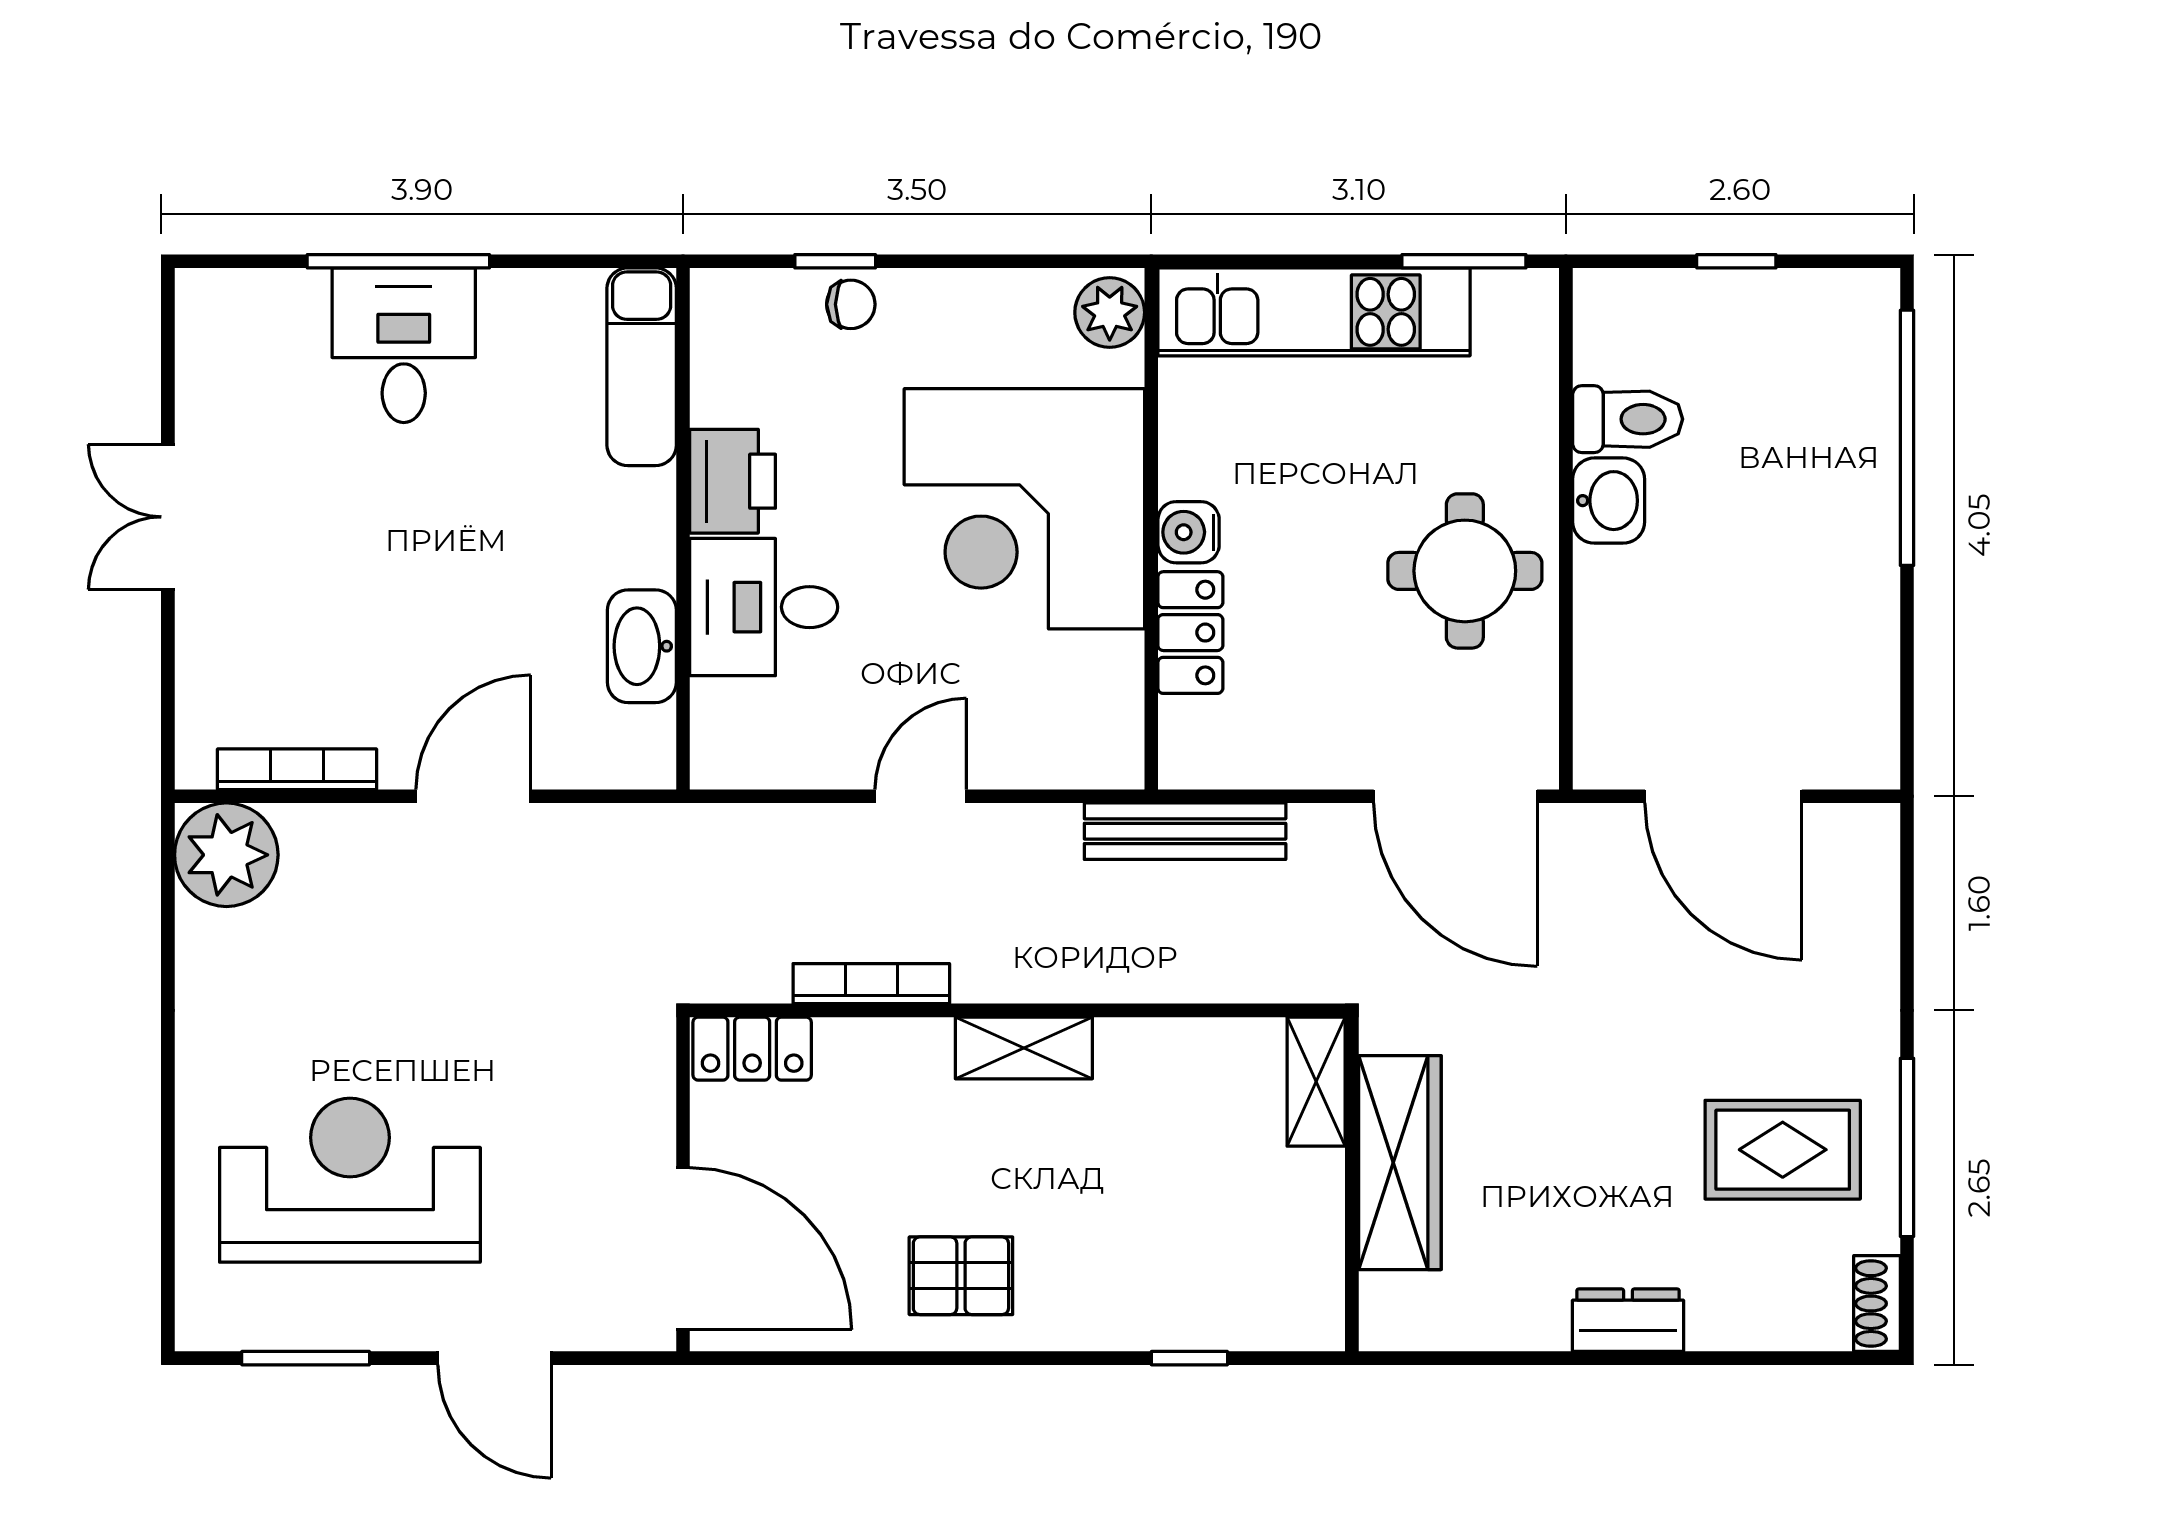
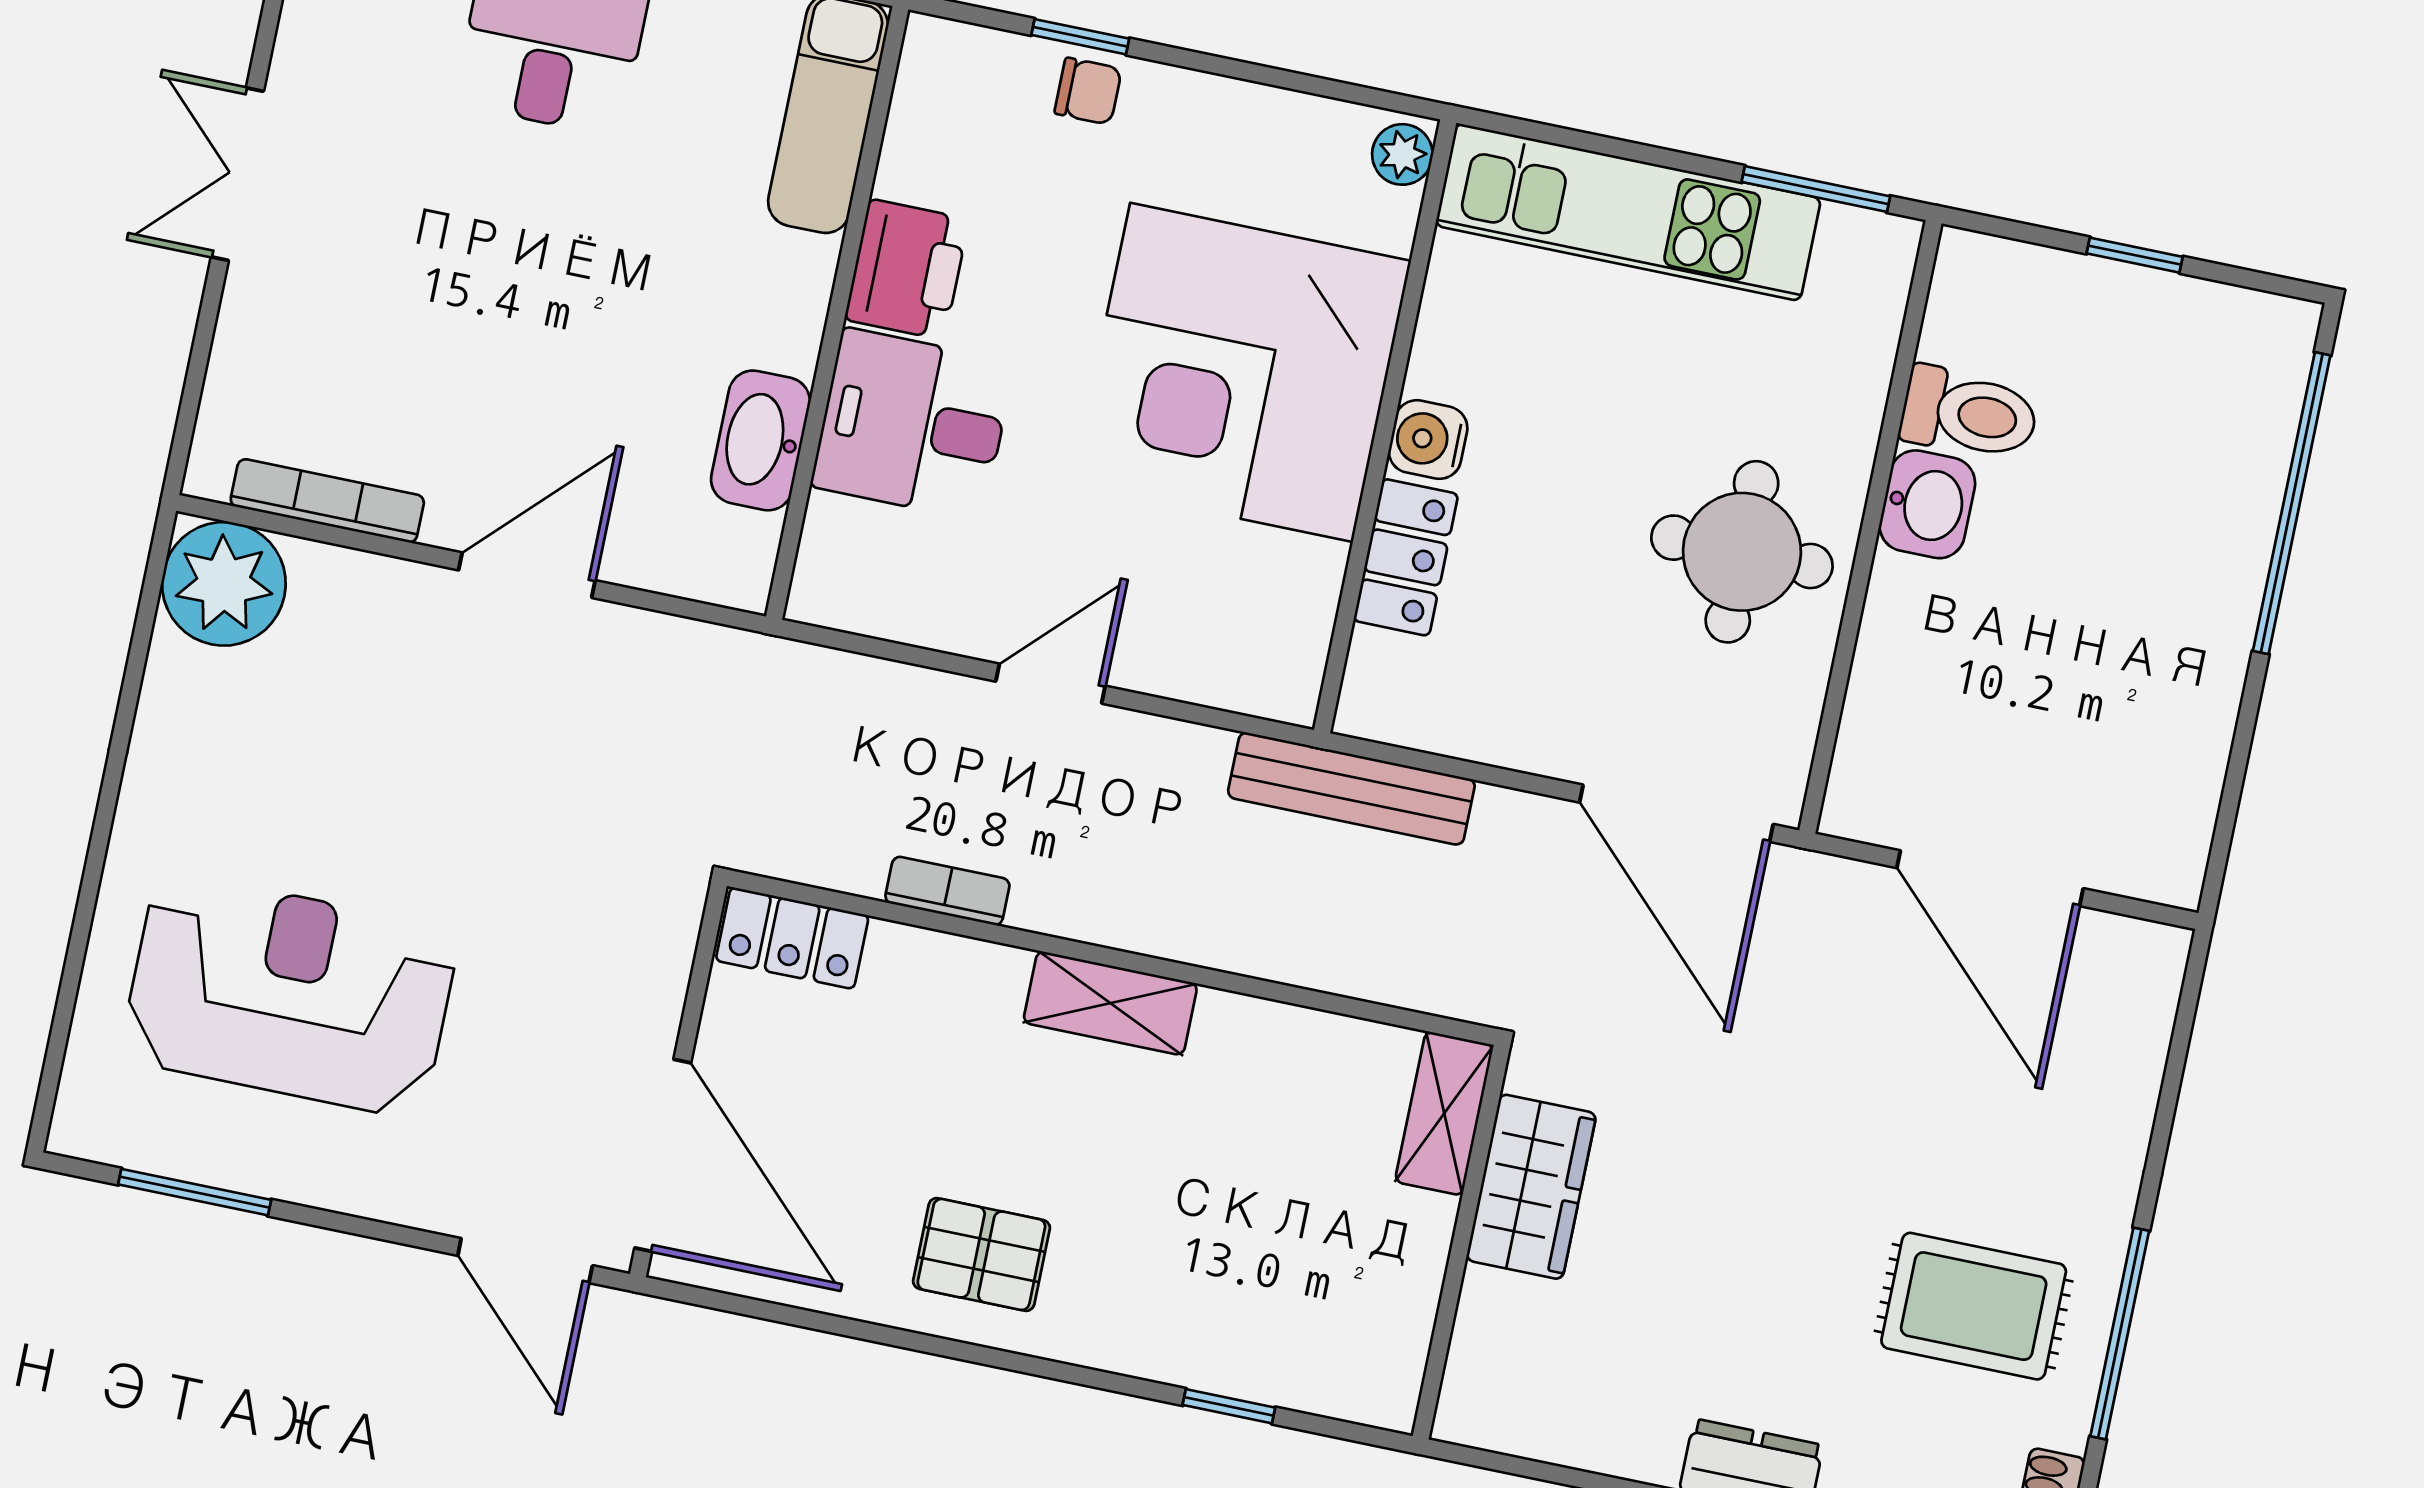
plant: (1110, 312) -> (1402, 154), width x0.73, depth x0.73
bookcase: (871, 984) -> (947, 891), width x0.64
wardrobe: (1400, 1163) -> (1531, 1187), width x0.67
door: (494, 1358) -> (525, 1261), moved

